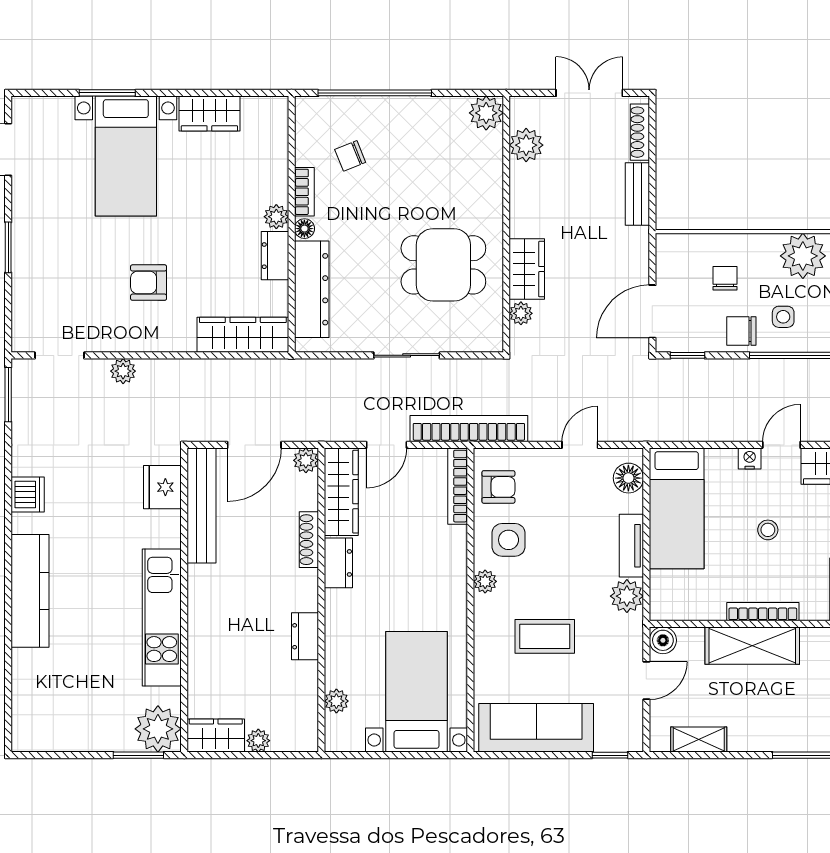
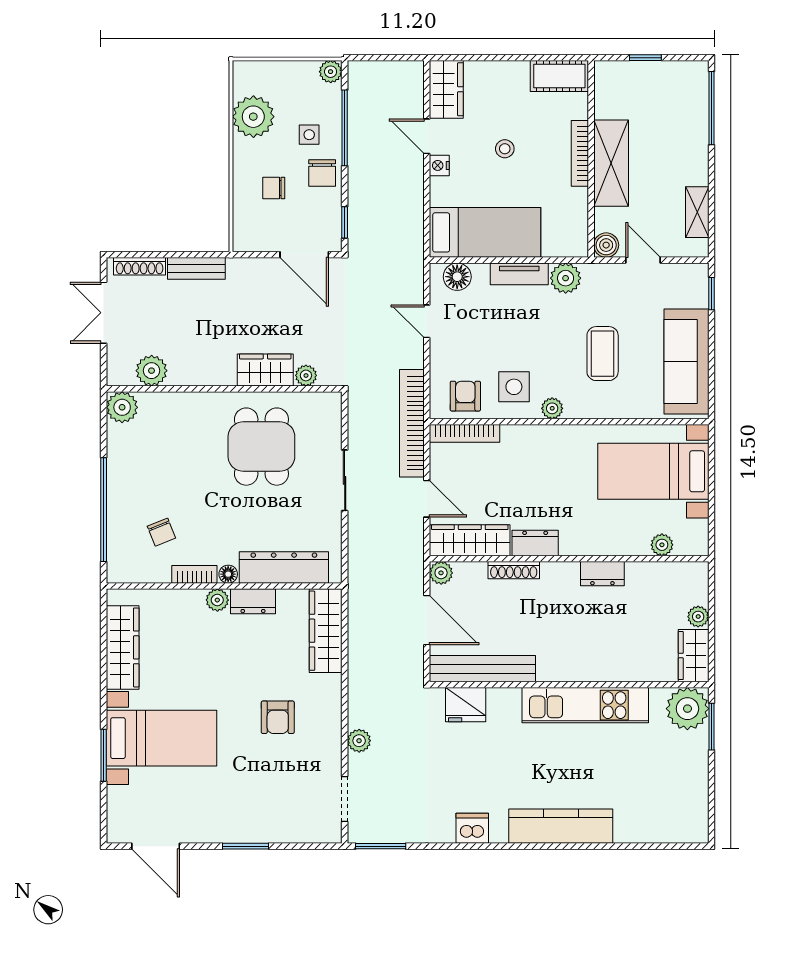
wardrobe: (209, 114) -> (123, 647), width x1.50

